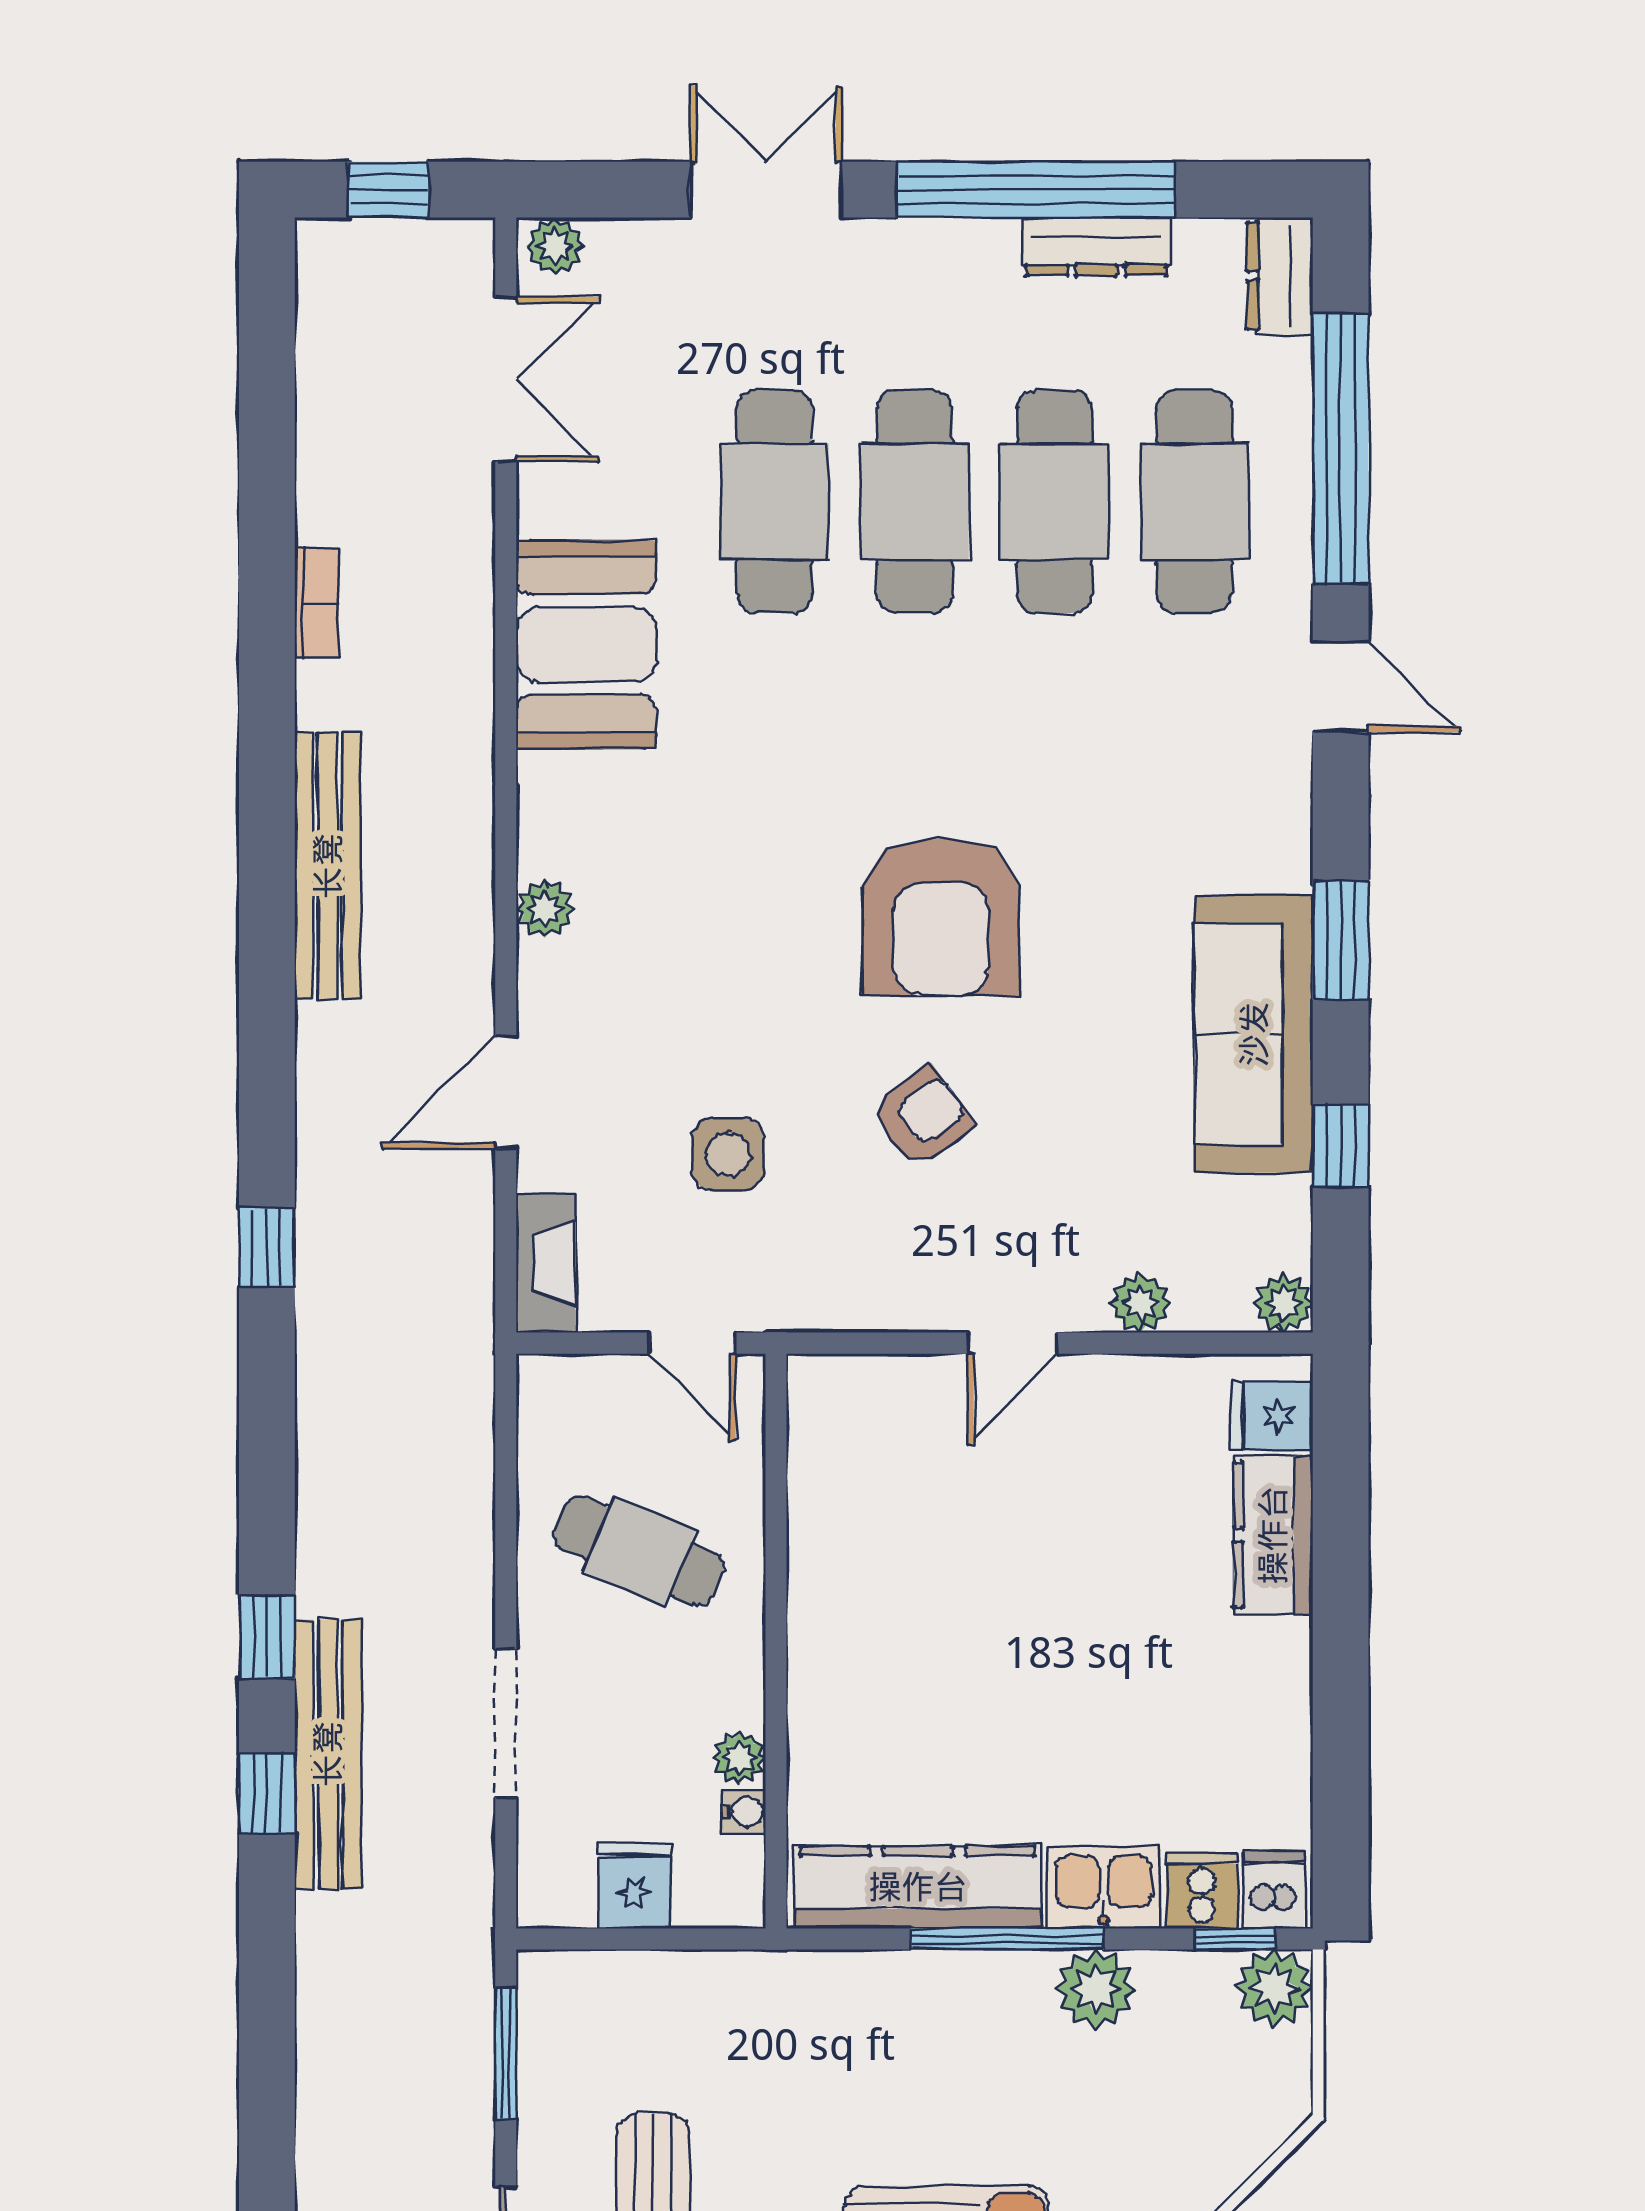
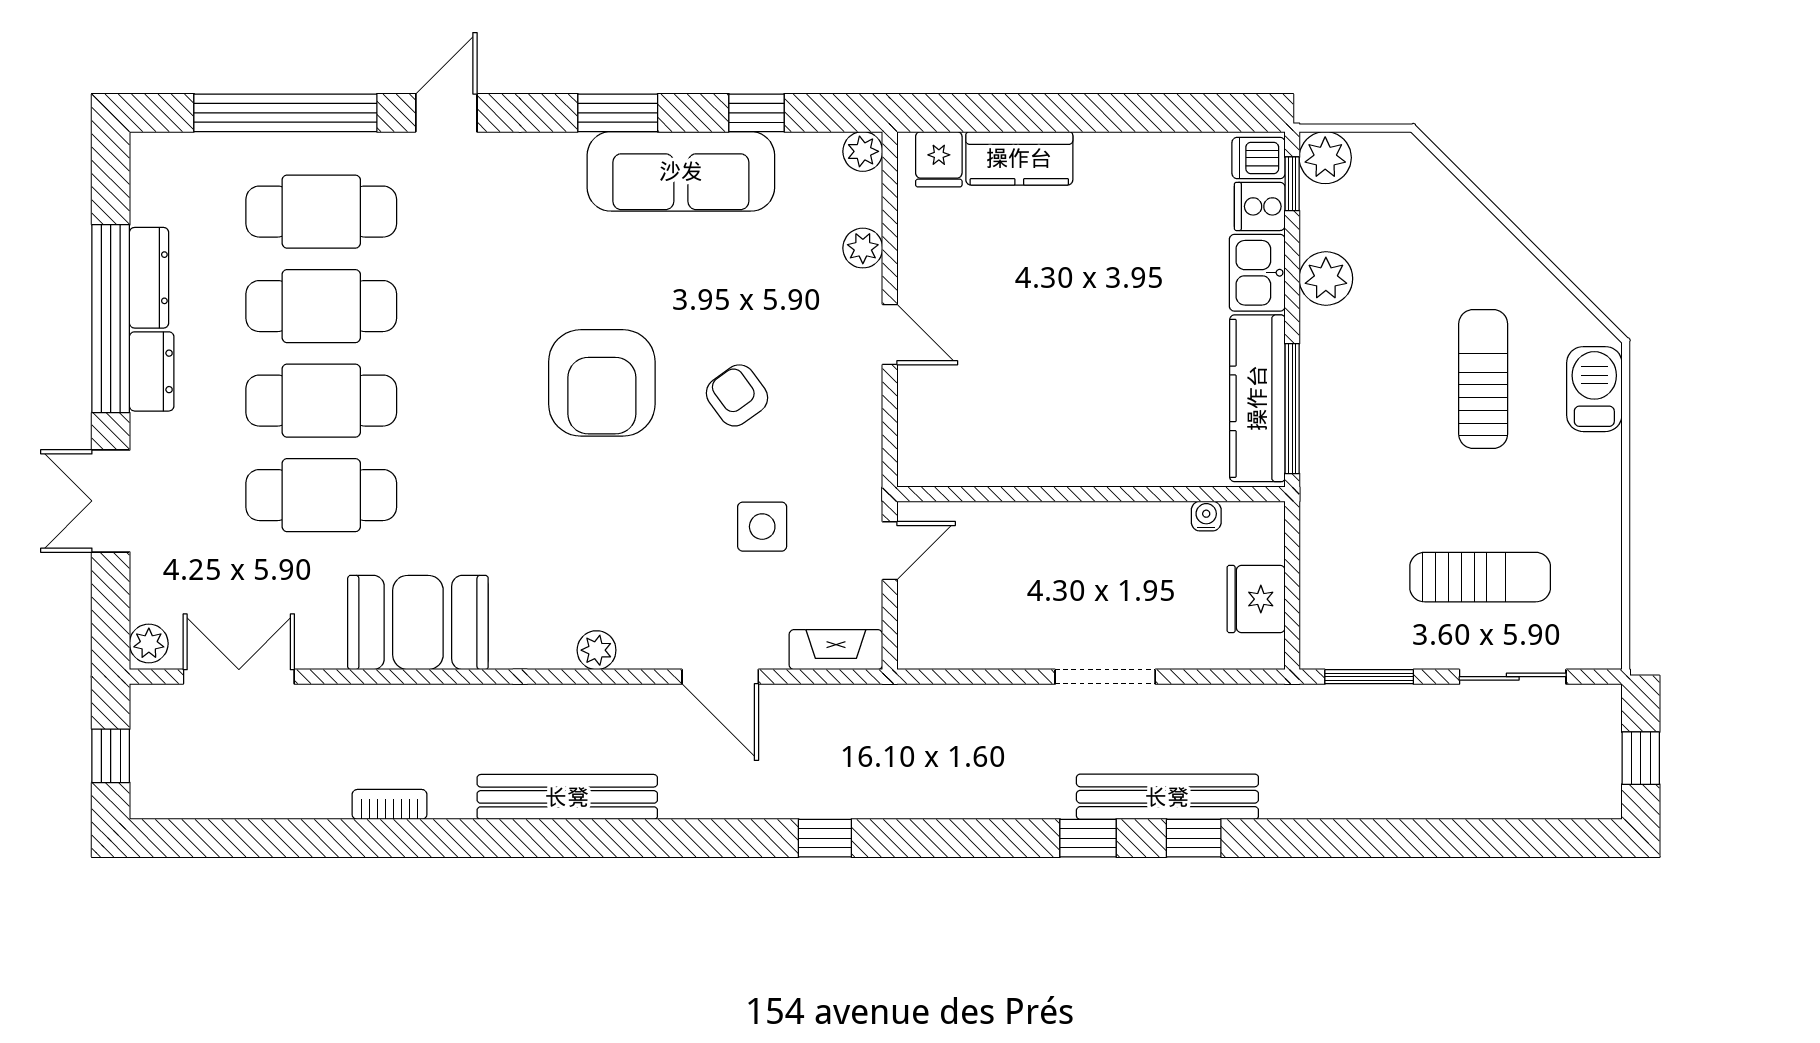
dresser: (1280, 276) -> (152, 371), moved, turned -90
armchair: (941, 917) -> (602, 383), turned 90
cafe table: (639, 1551) -> (1030, 587), removed
doorway: (506, 1723) -> (1105, 677), moved
plant: (739, 1758) -> (1170, 519), removed
fridge: (635, 1886) -> (1256, 599), width x1.38
window: (1007, 1939) -> (1292, 409), moved

